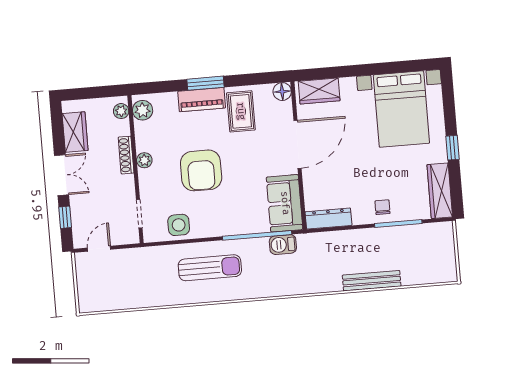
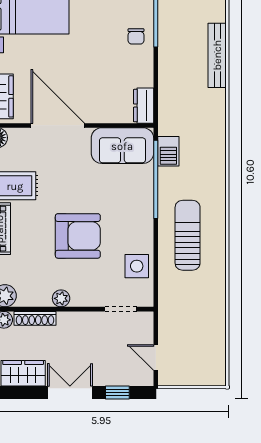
shoe rack: (126, 155) -> (35, 318), moved
chair: (382, 207) -> (136, 36), turned -90
dresser: (329, 219) -> (144, 106), width x0.70

